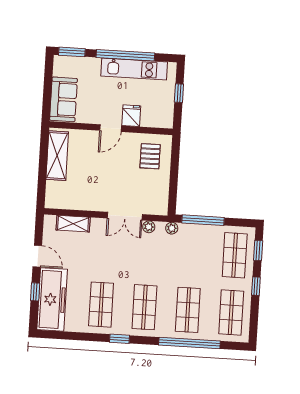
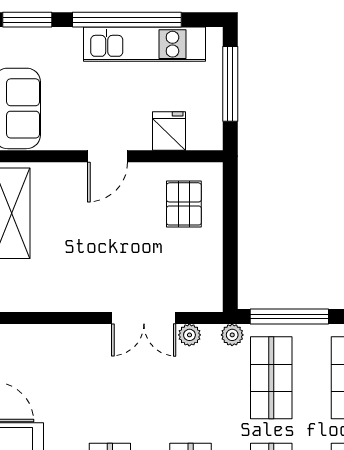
window: (179, 93) -> (230, 84), width x2.17
fridge: (131, 116) -> (169, 131), moved
shelving: (73, 224) -> (49, 338), removed
shop shelf: (191, 253) -> (271, 378), added

